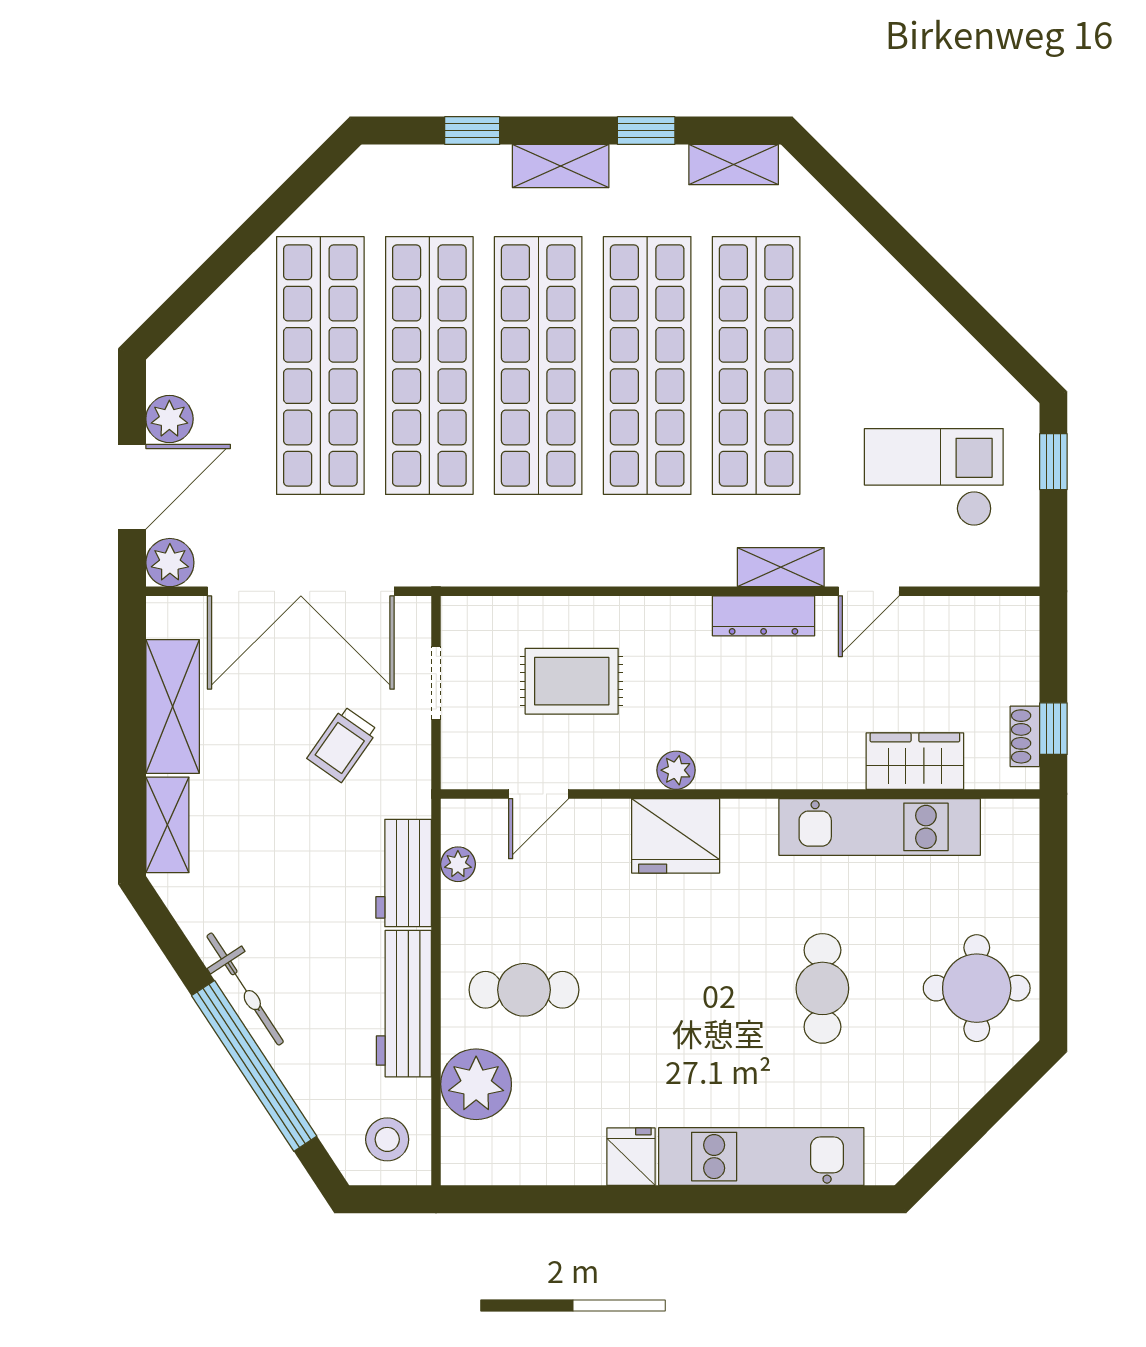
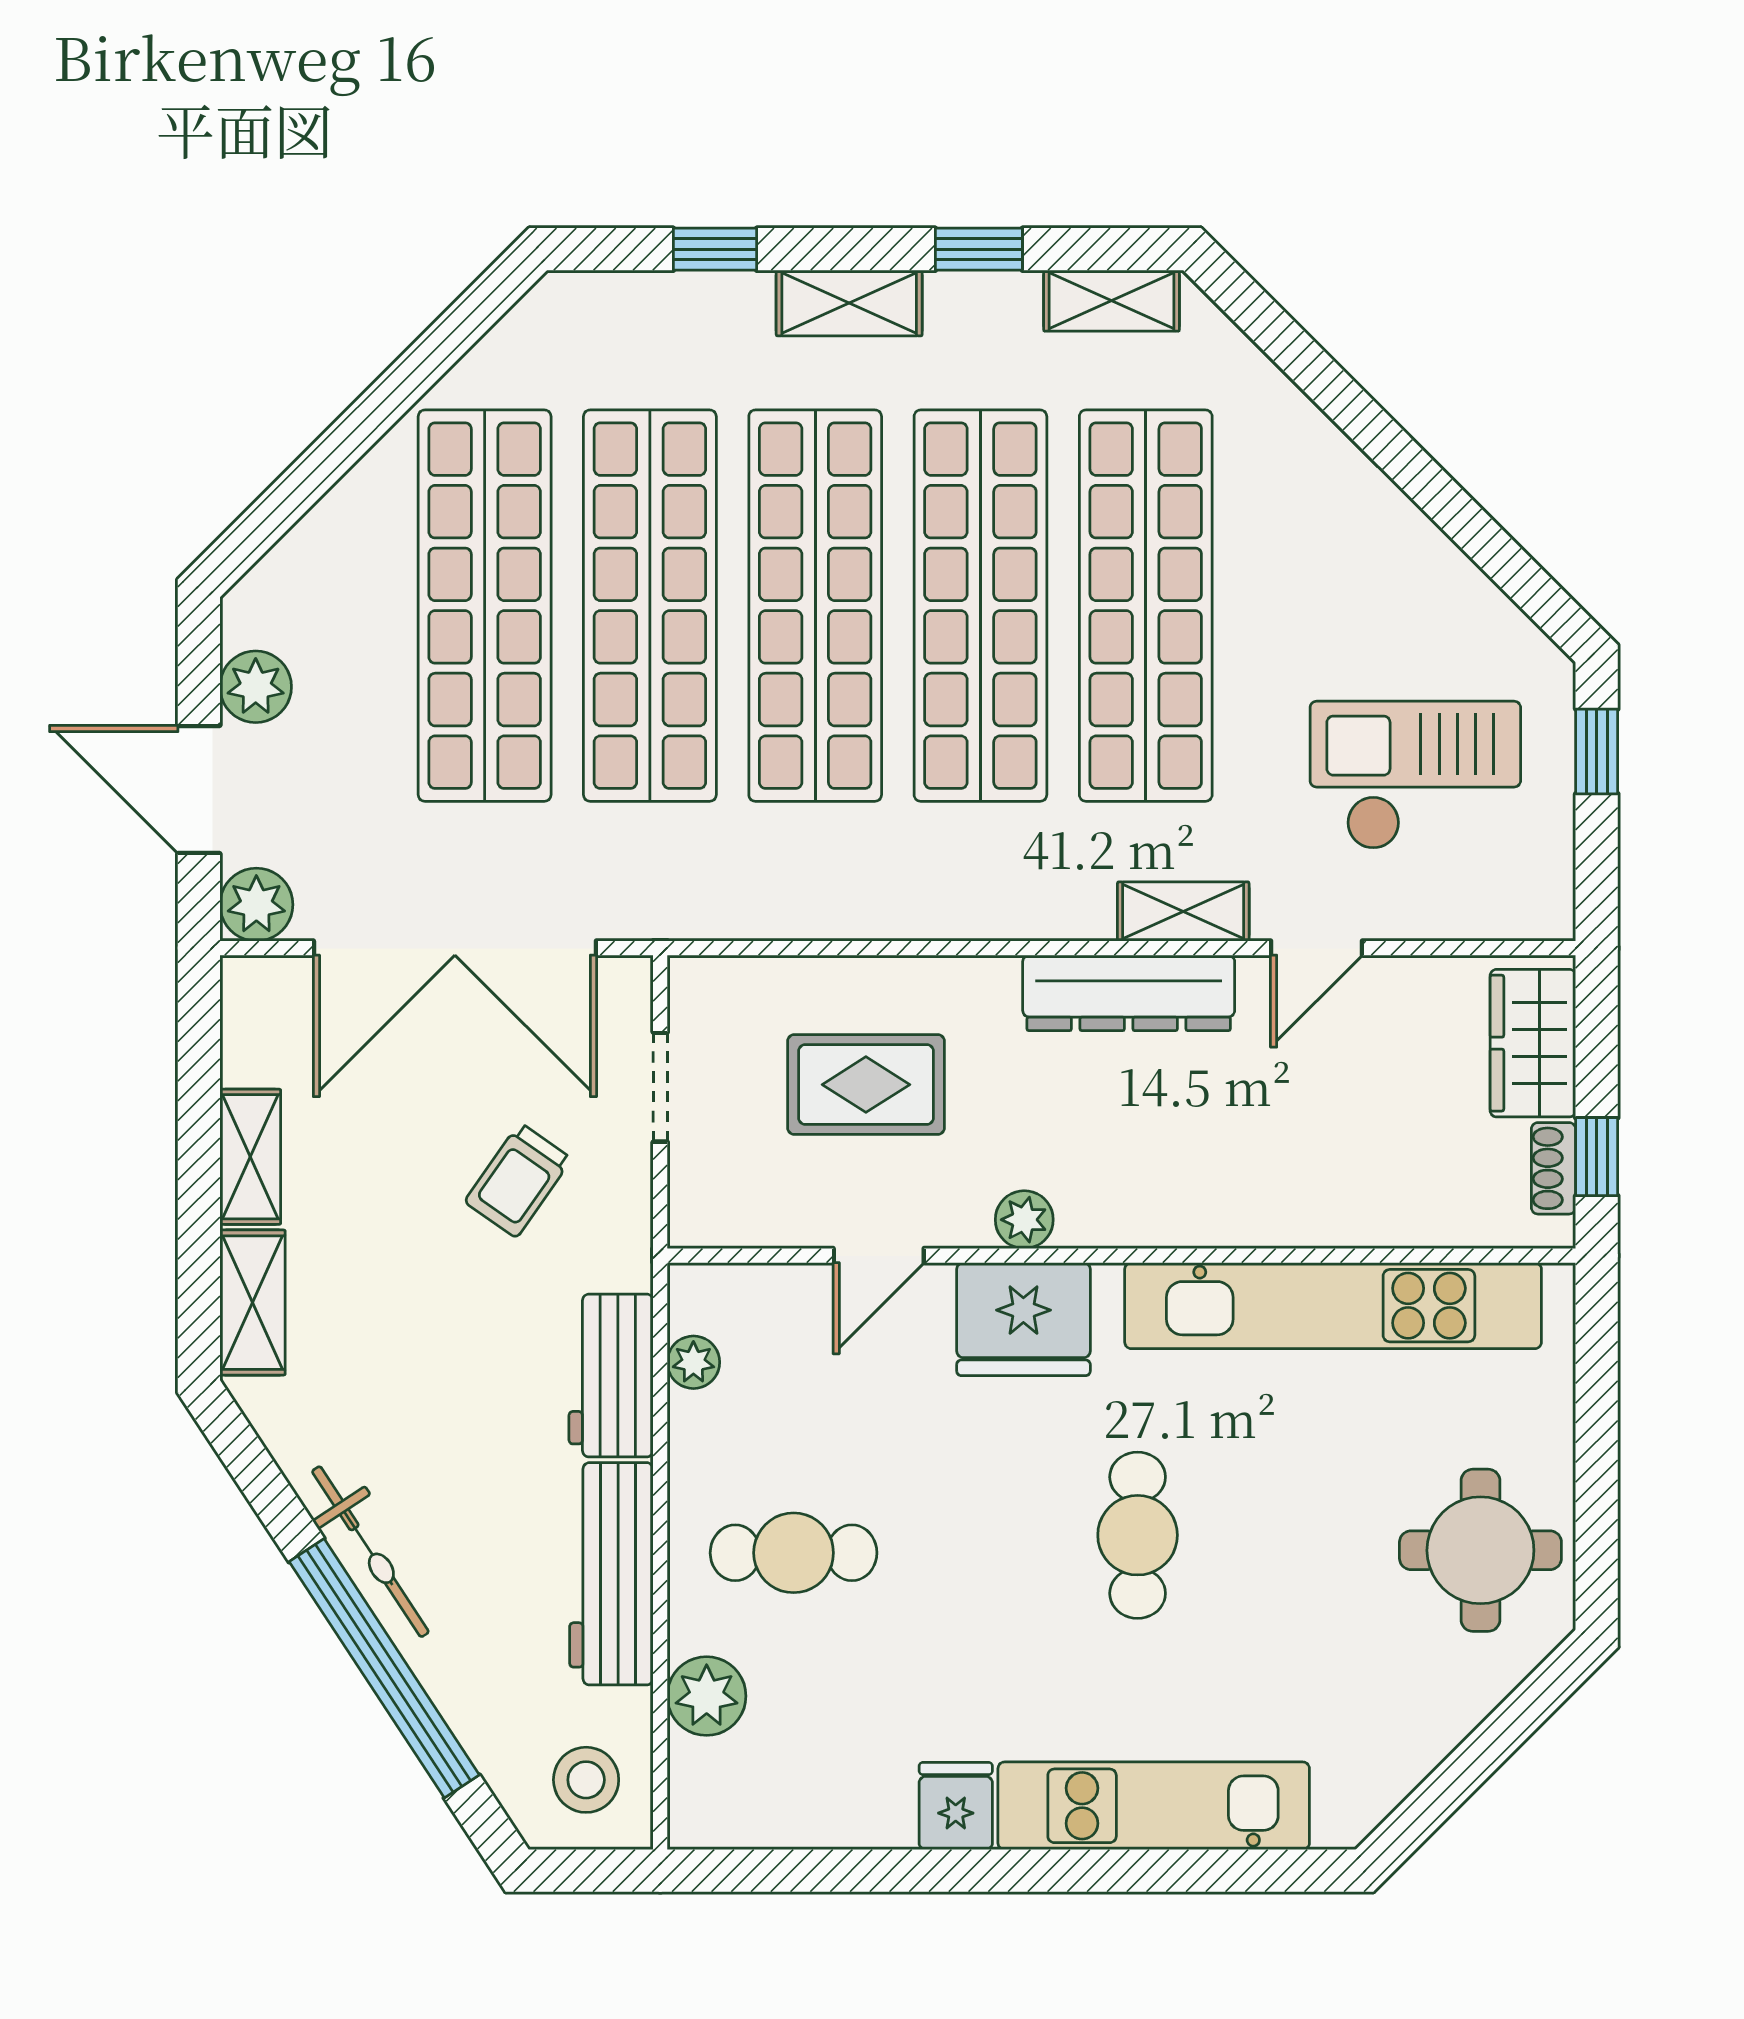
door: (132, 487) -> (199, 790), swing flipped
dresser: (764, 616) -> (1129, 993), width x1.37, depth x1.24
shelving: (173, 706) -> (250, 1157), width x0.67, depth x0.75
wardrobe: (915, 761) -> (1533, 1043), moved, turned -90
door: (539, 794) -> (879, 1256), moved
kitchen unit: (880, 827) -> (1333, 1306), width x1.36
cafe table: (822, 988) -> (1138, 1535), moved
plant: (476, 1084) -> (707, 1696), width x0.73, depth x0.73

